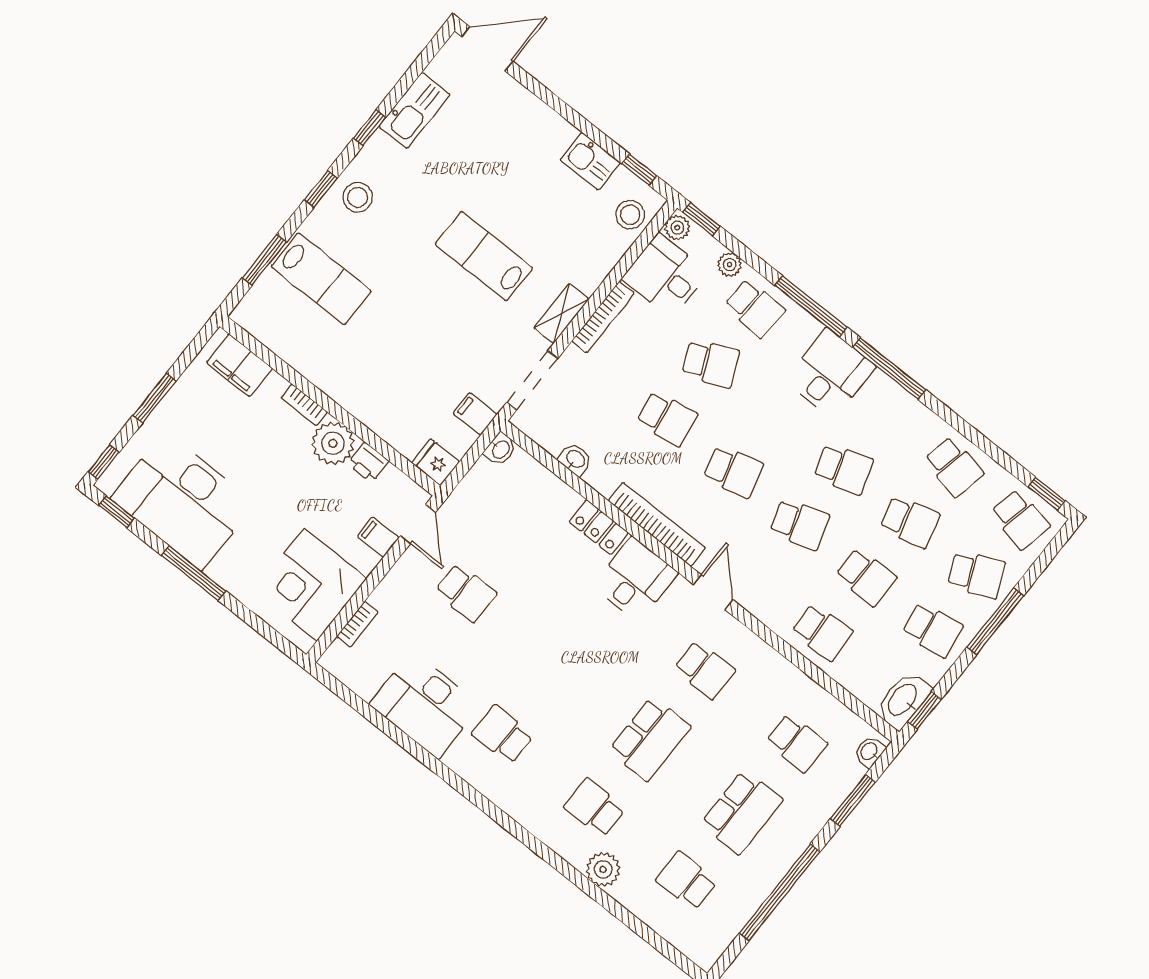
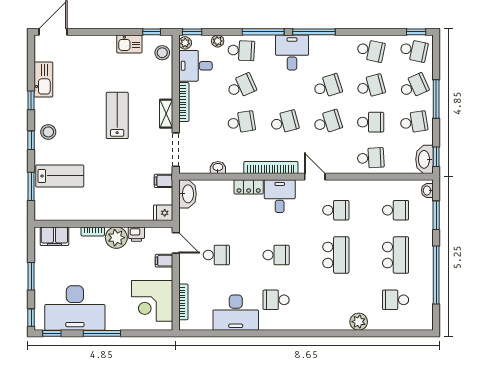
lab bench: (484, 256) -> (117, 115), turned 90
washbasin: (500, 449) -> (187, 194), width x1.91, depth x1.45
bookcase: (357, 624) -> (183, 302), width x1.56
school desk: (595, 808) -> (276, 255), moved, turned 180

